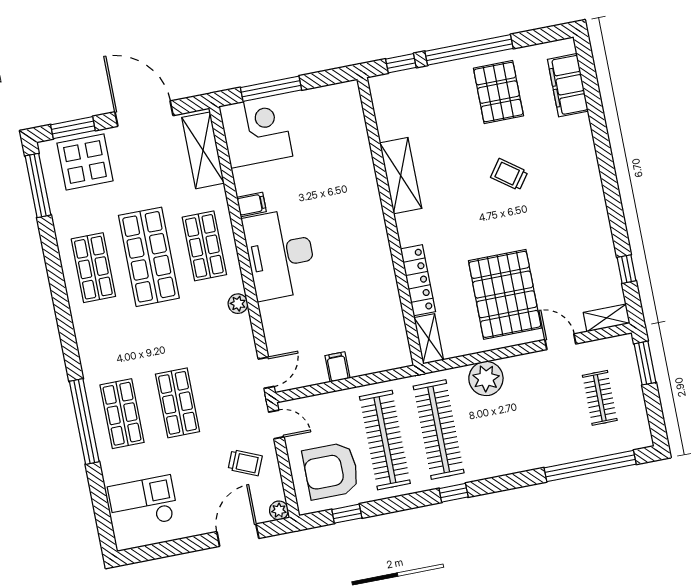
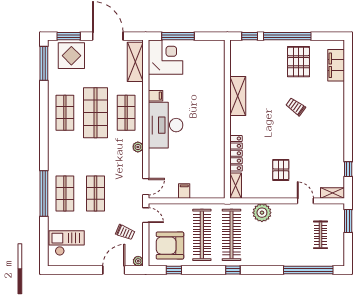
pallet: (505, 294) -> (281, 170), width x0.49, depth x0.50

